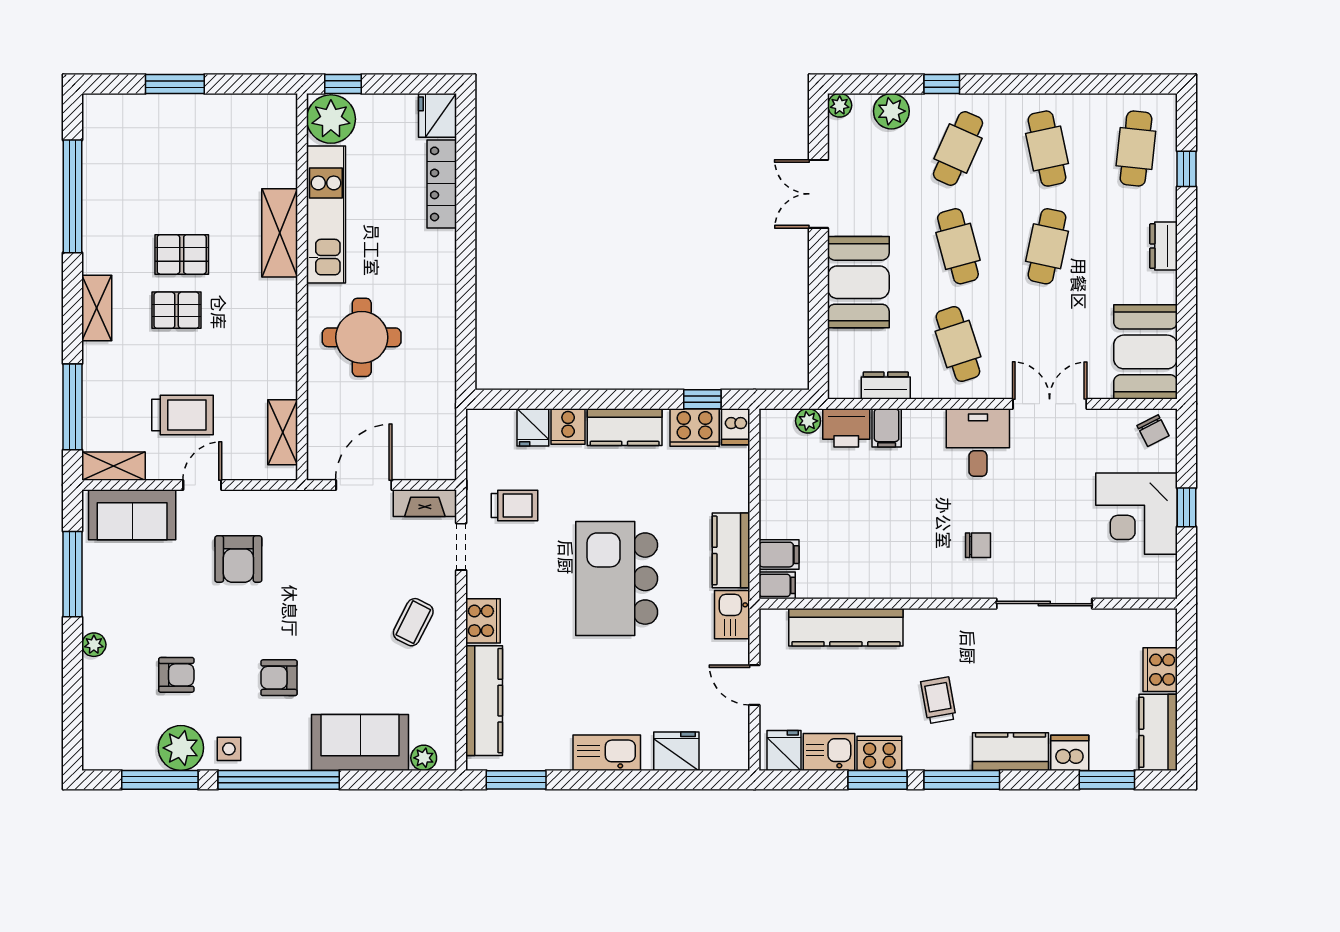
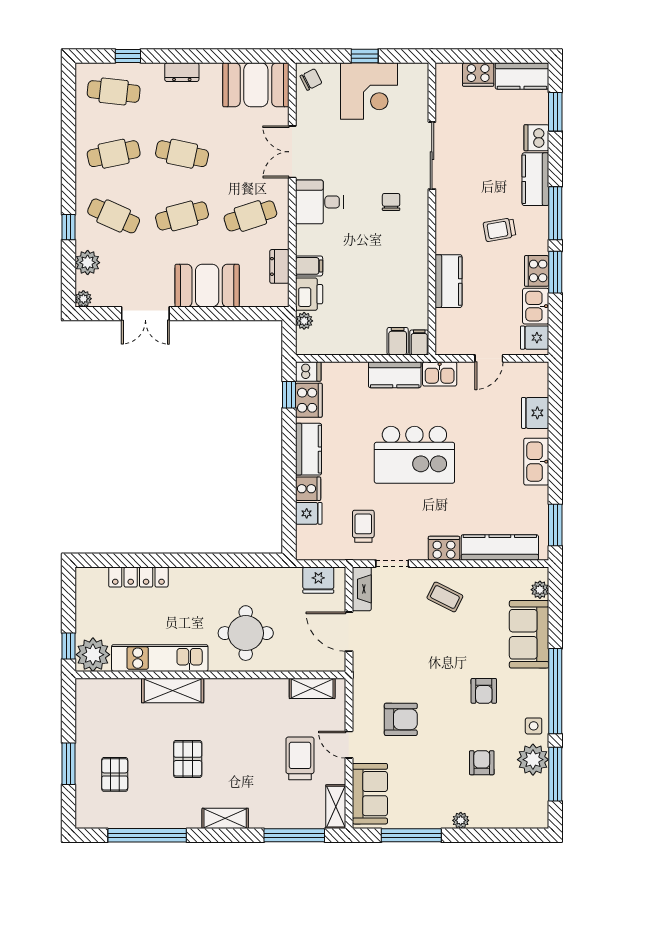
fridge: (437, 115) -> (318, 580), moved
pallet: (177, 310) -> (115, 774), moved
kitchen counter: (846, 627) -> (448, 281), width x0.67

